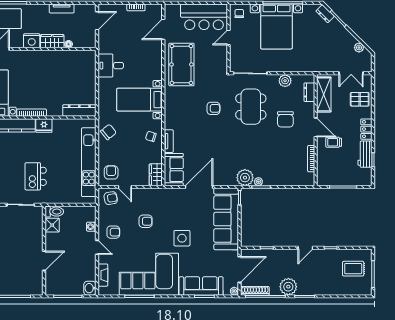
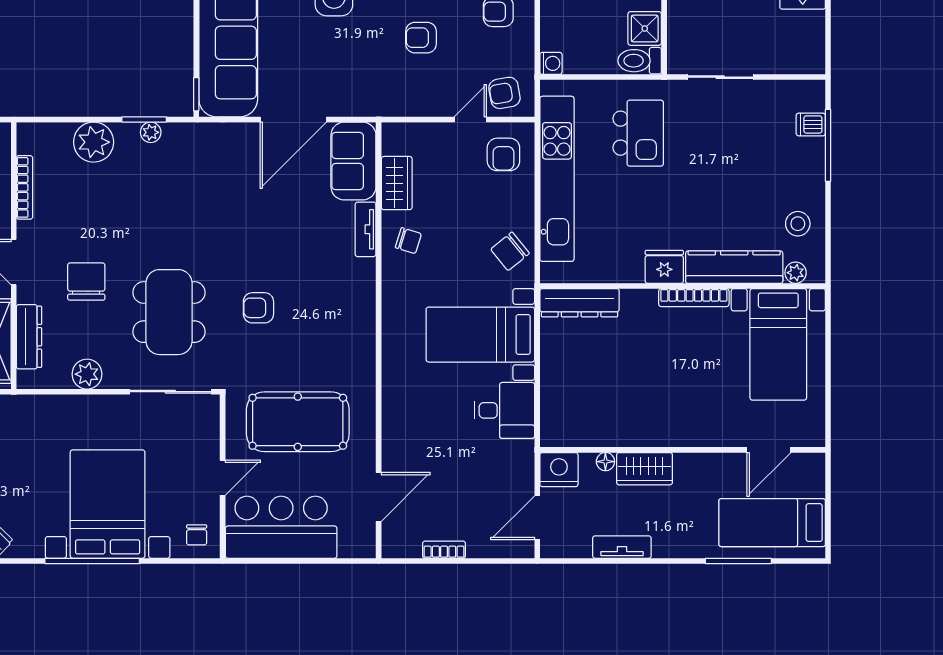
nightstand: (32, 41) -> (559, 470), moved
pool table: (181, 64) -> (298, 422), moved, turned 90
dresser: (309, 92) -> (29, 337), width x1.44
bed with nightstands: (140, 100) -> (480, 335), moved, turned 180
wardrobe: (156, 175) -> (397, 183), moved
kitchen island: (36, 176) -> (638, 133), moved
plant: (245, 178) -> (94, 142), moved
door: (125, 187) -> (470, 119), hinge flipped
washing machine: (91, 227) -> (551, 63), moved

